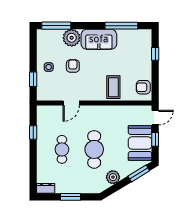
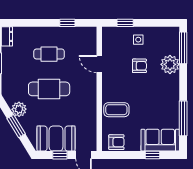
sofa: (99, 39) -> (160, 140), moved, turned 90
armchair: (143, 87) -> (116, 142), turned 90
window: (139, 173) -> (16, 126), moved

